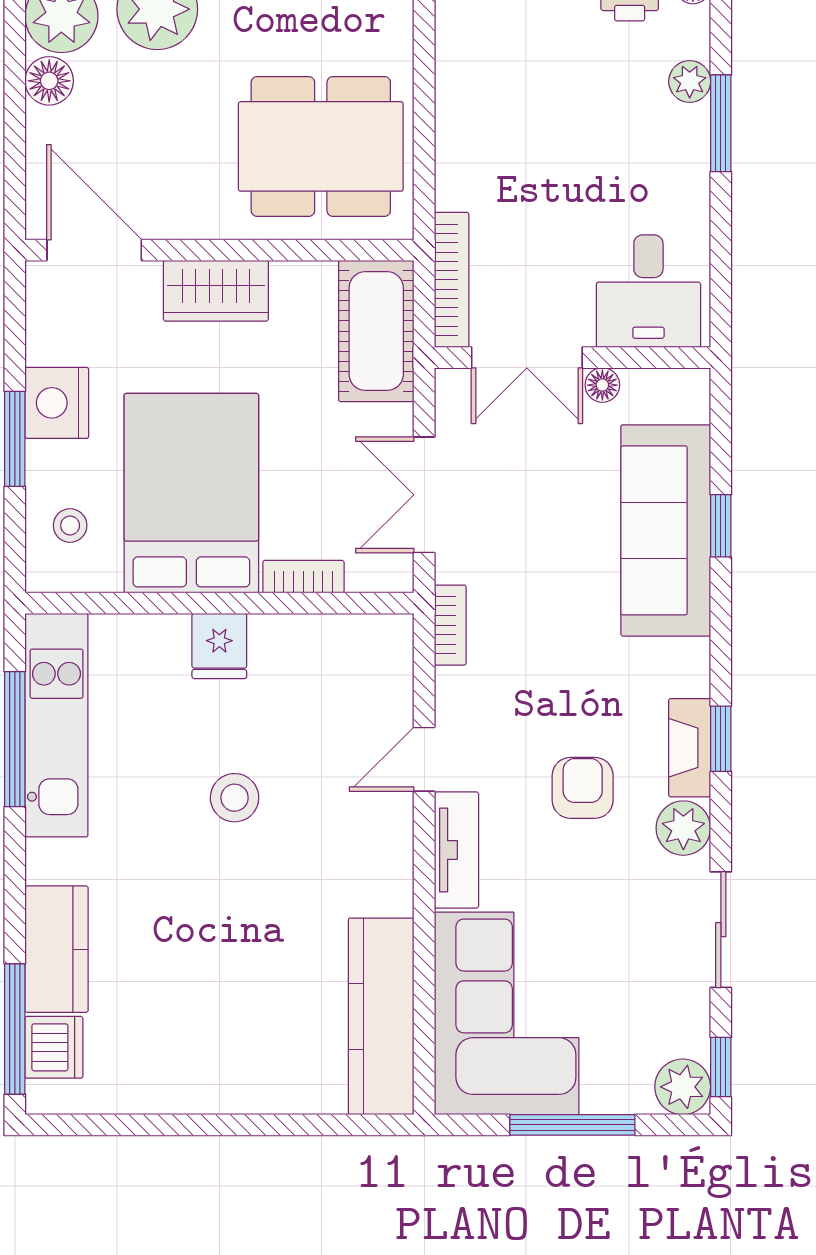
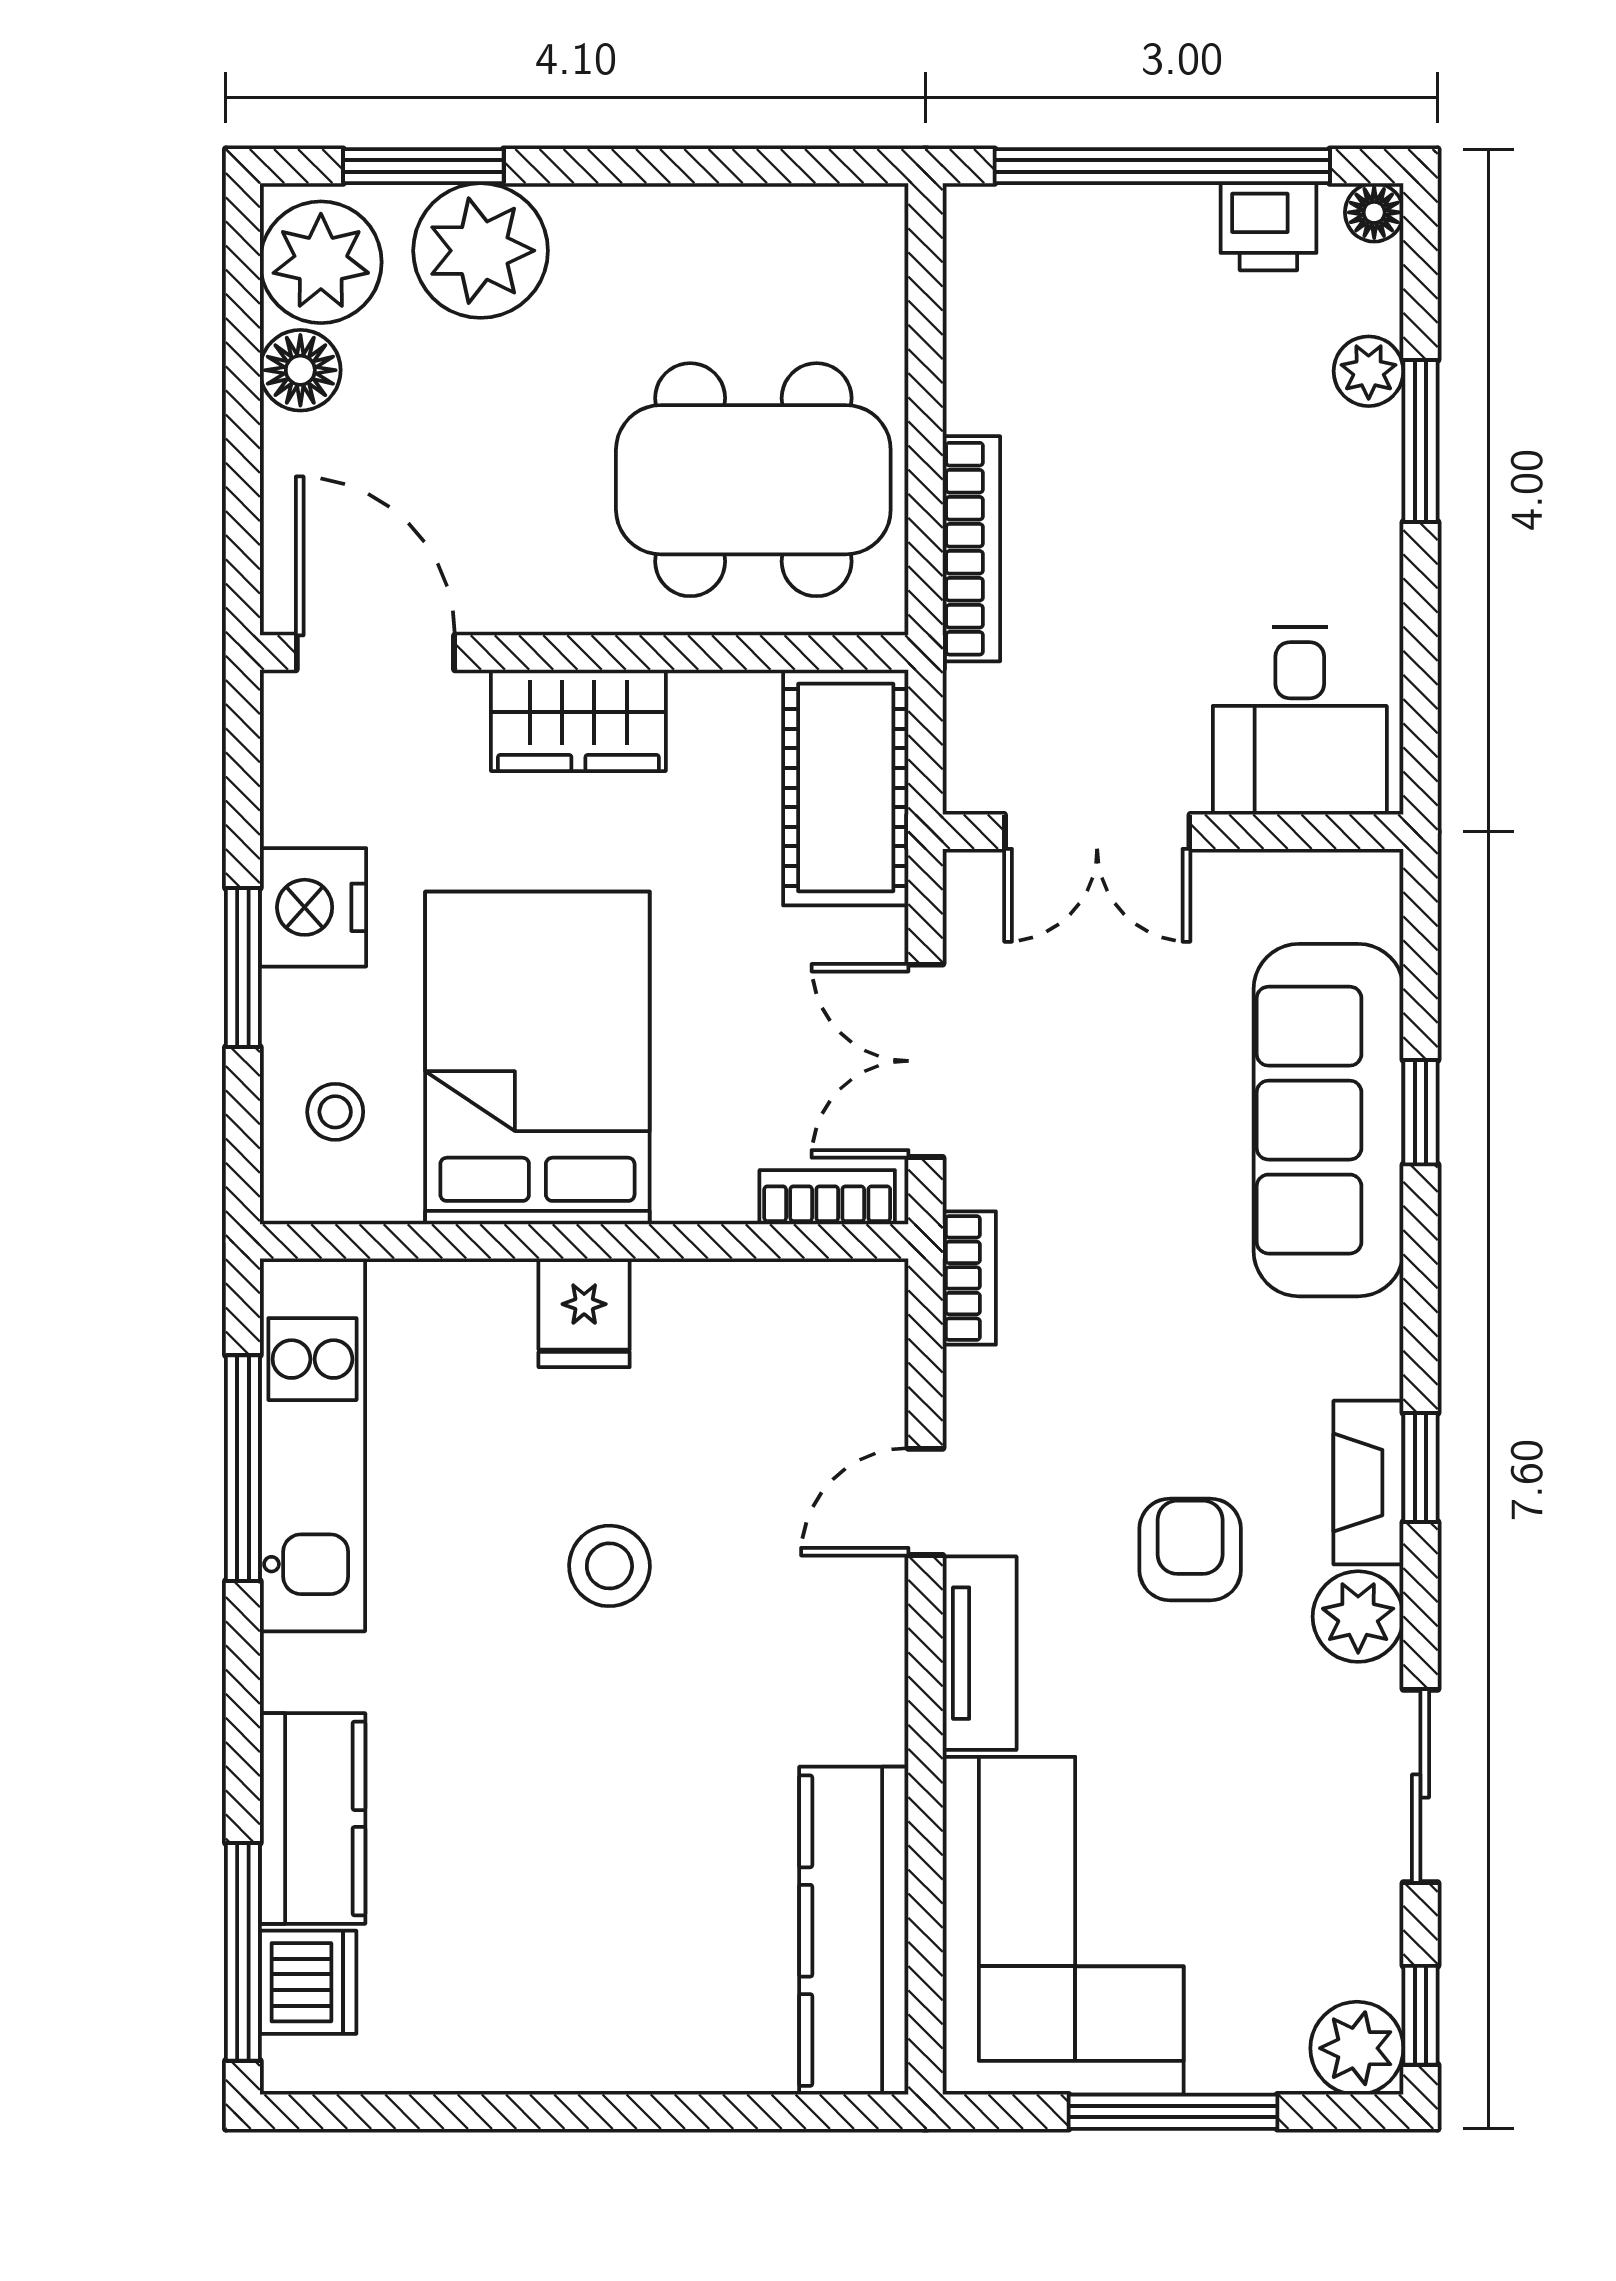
bookcase: (452, 280) -> (971, 549), moved
floor lamp: (602, 385) -> (1223, 878), removed
bookcase: (303, 577) -> (827, 1197), moved

